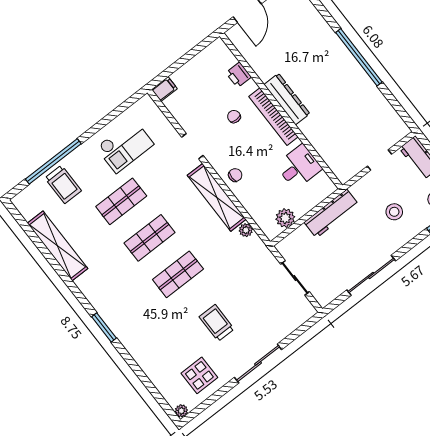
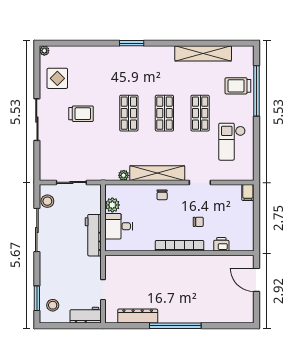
dresser: (287, 99) -> (138, 316), moved, turned 180
desk: (299, 167) -> (119, 226), moved, turned 90
stool: (394, 212) -> (47, 201), moved

